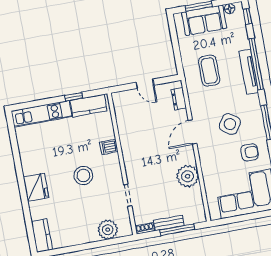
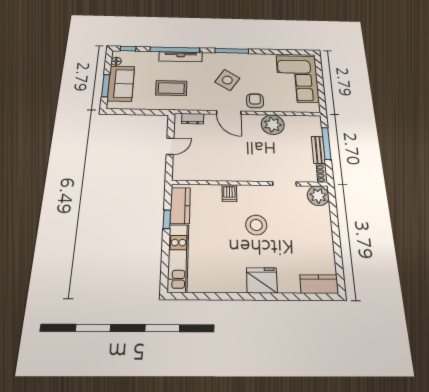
armchair: (250, 152) -> (255, 101), moved
plant: (108, 230) -> (318, 196), moved

